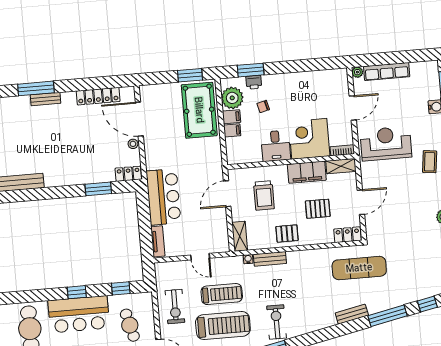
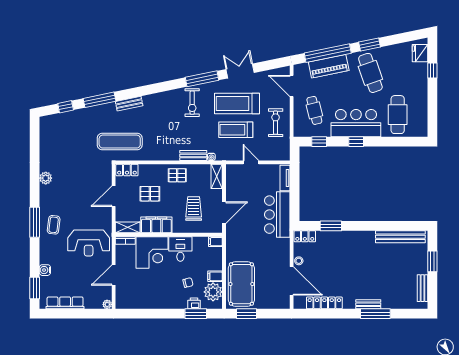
row of seats: (387, 71) -> (65, 303), moved
filing cabinet: (232, 130) -> (215, 242), moved

